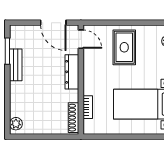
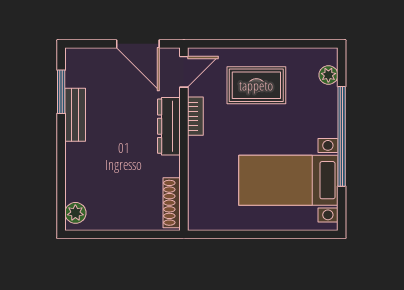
door: (81, 39) -> (184, 72), hinge flipped
rug: (124, 47) -> (256, 85), turned 90
bookcase: (88, 107) -> (195, 116), moved

